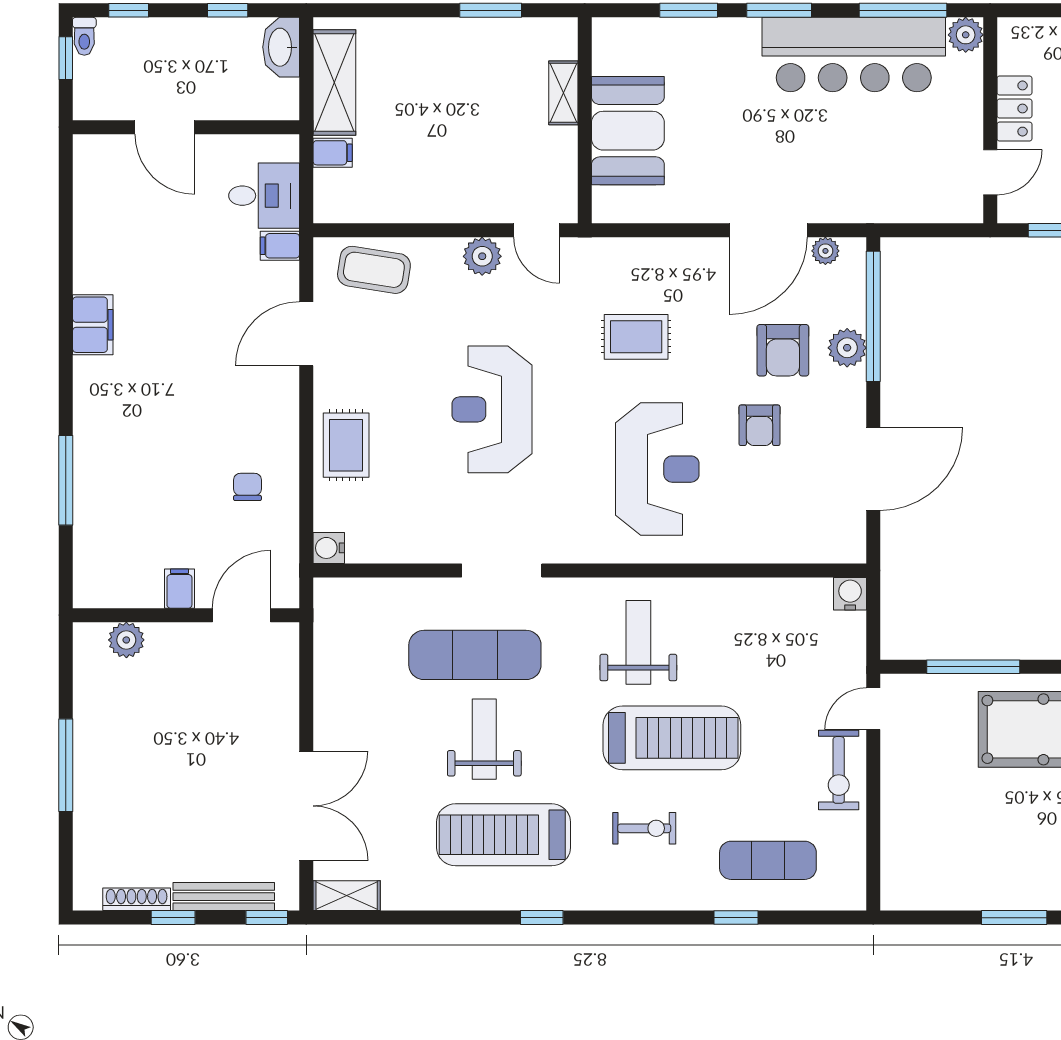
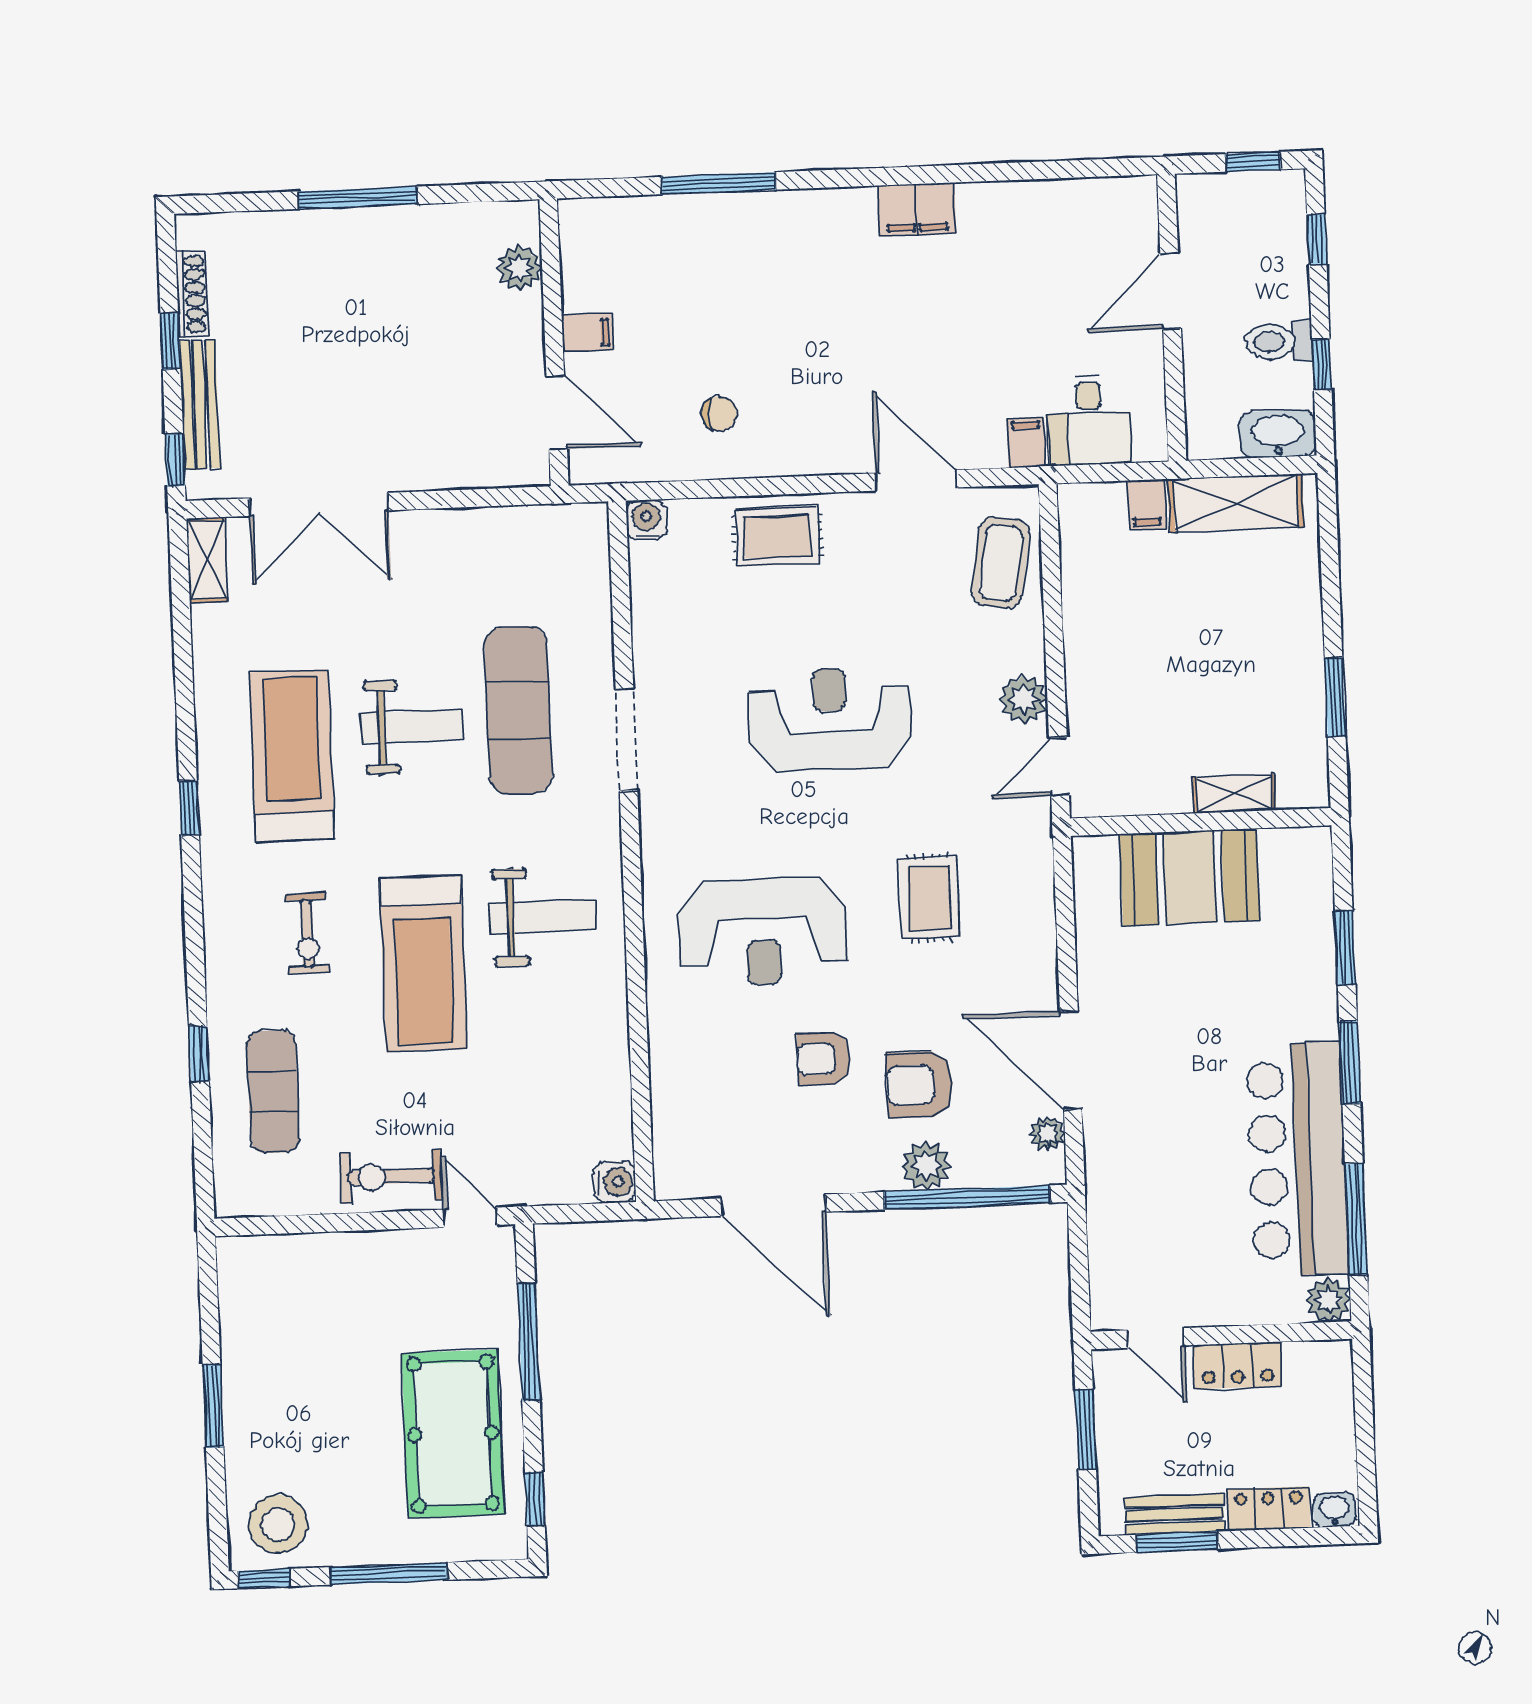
toilet: (84, 36) -> (1279, 341), moved, width x1.37, depth x1.39

